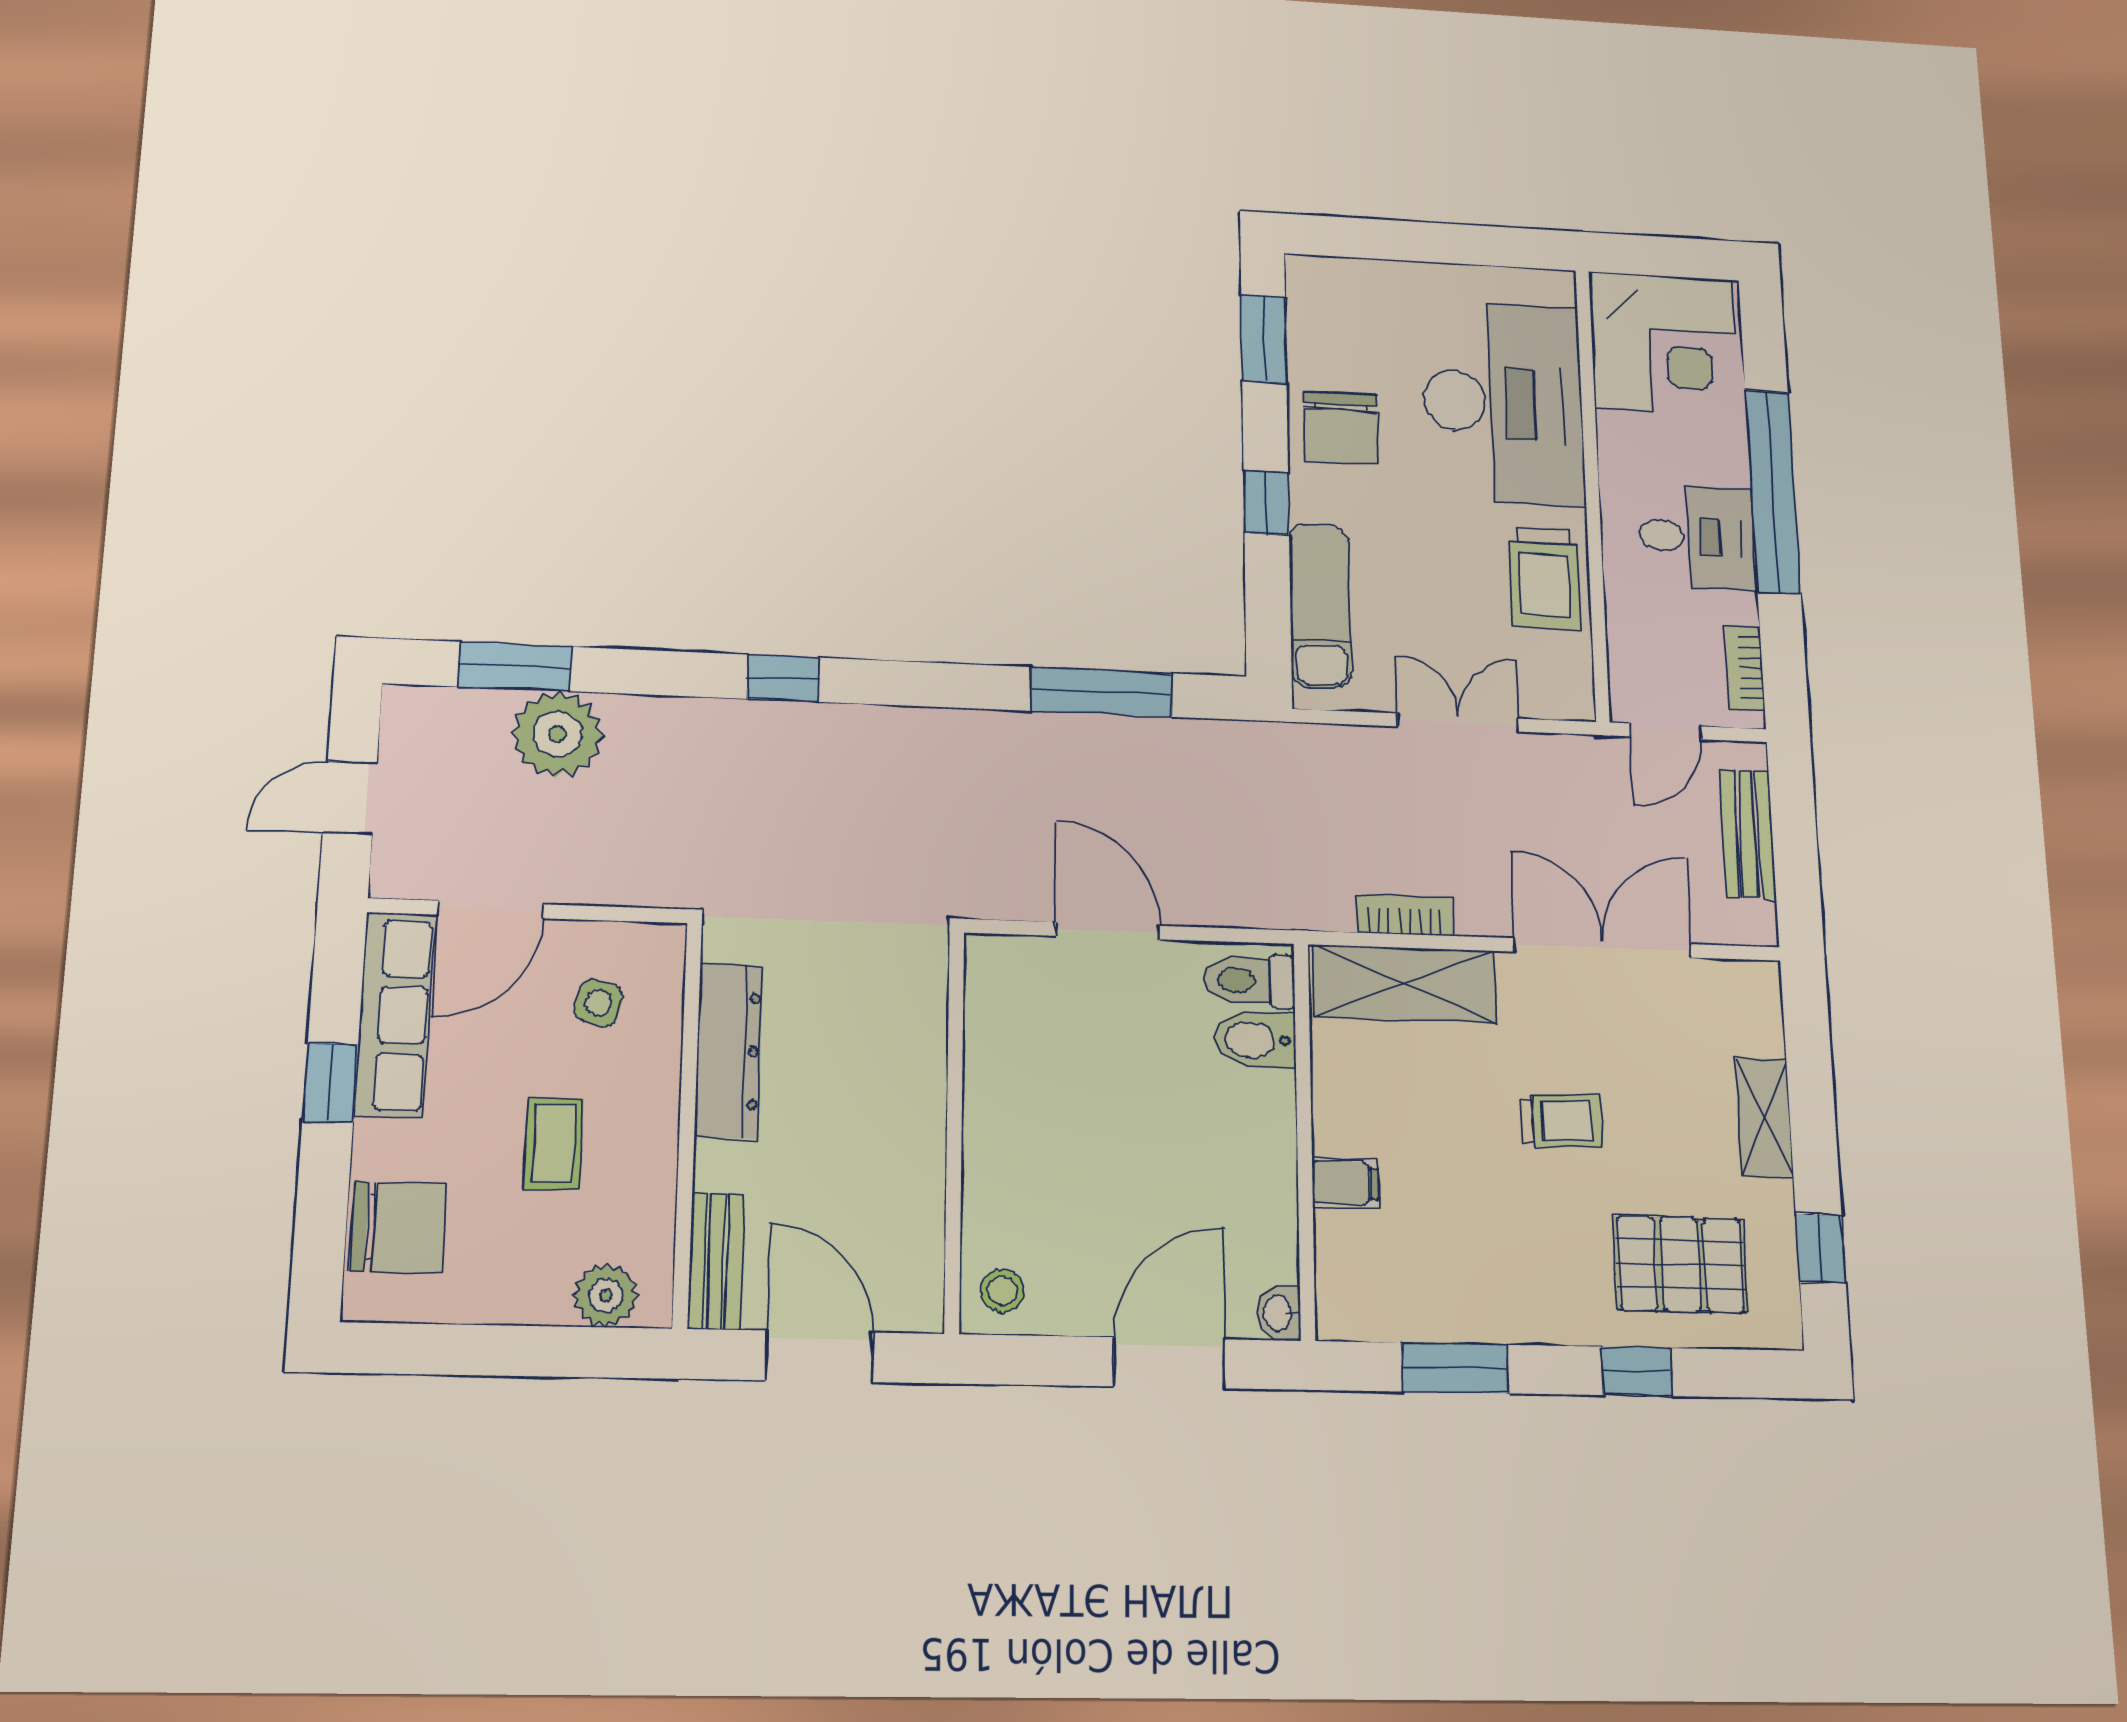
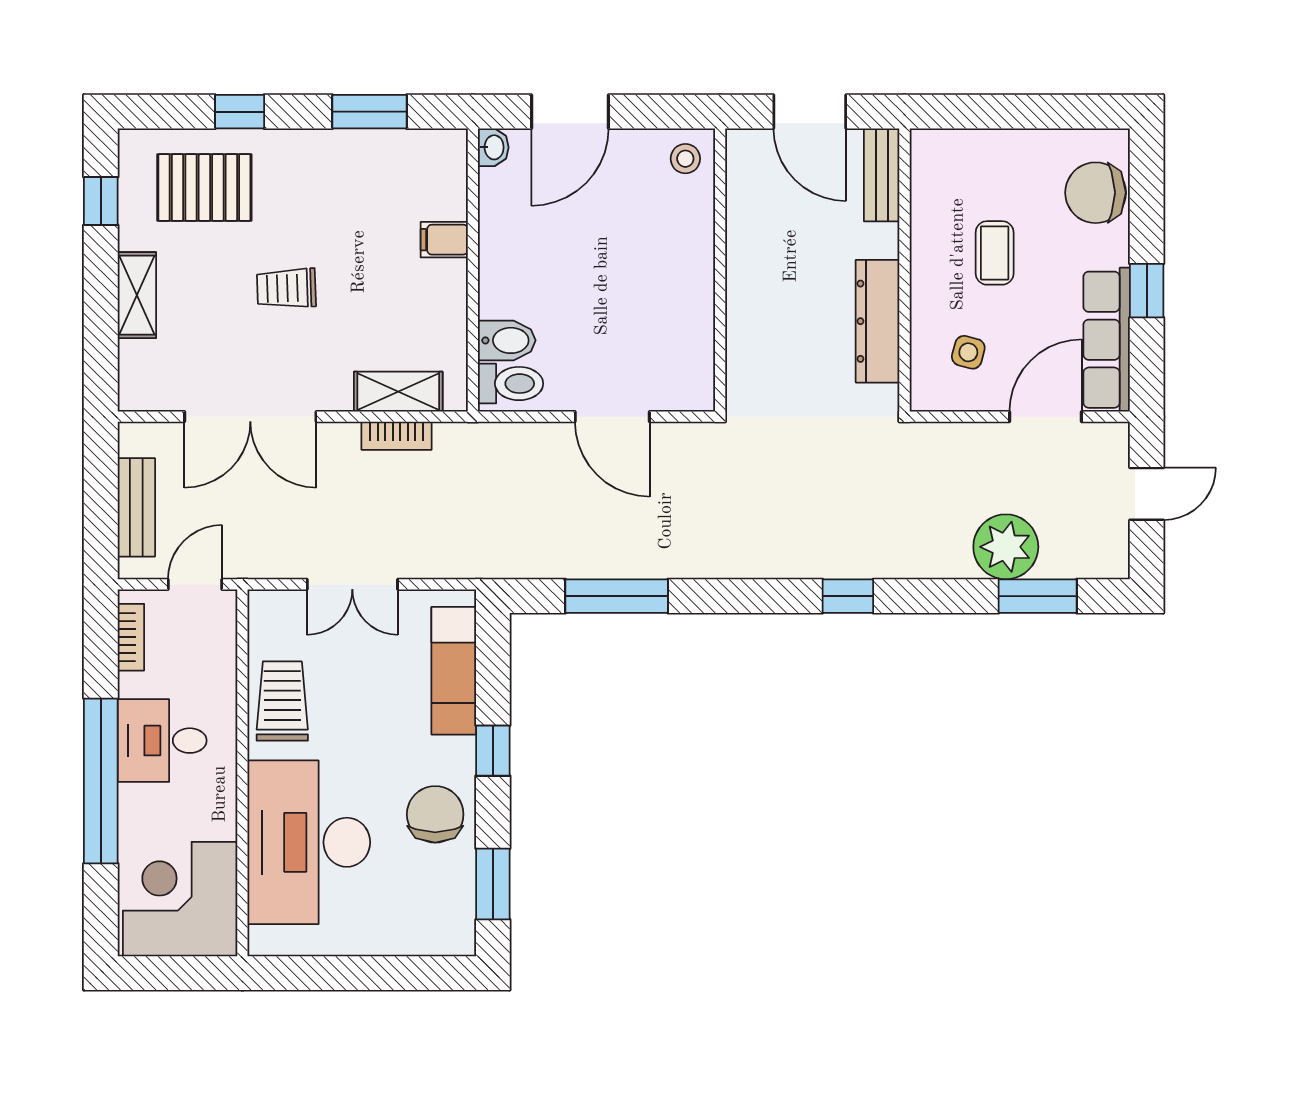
shelving: (1404, 984) -> (398, 392), width x0.67, depth x0.75
plant: (606, 1295) -> (955, 150), removed

